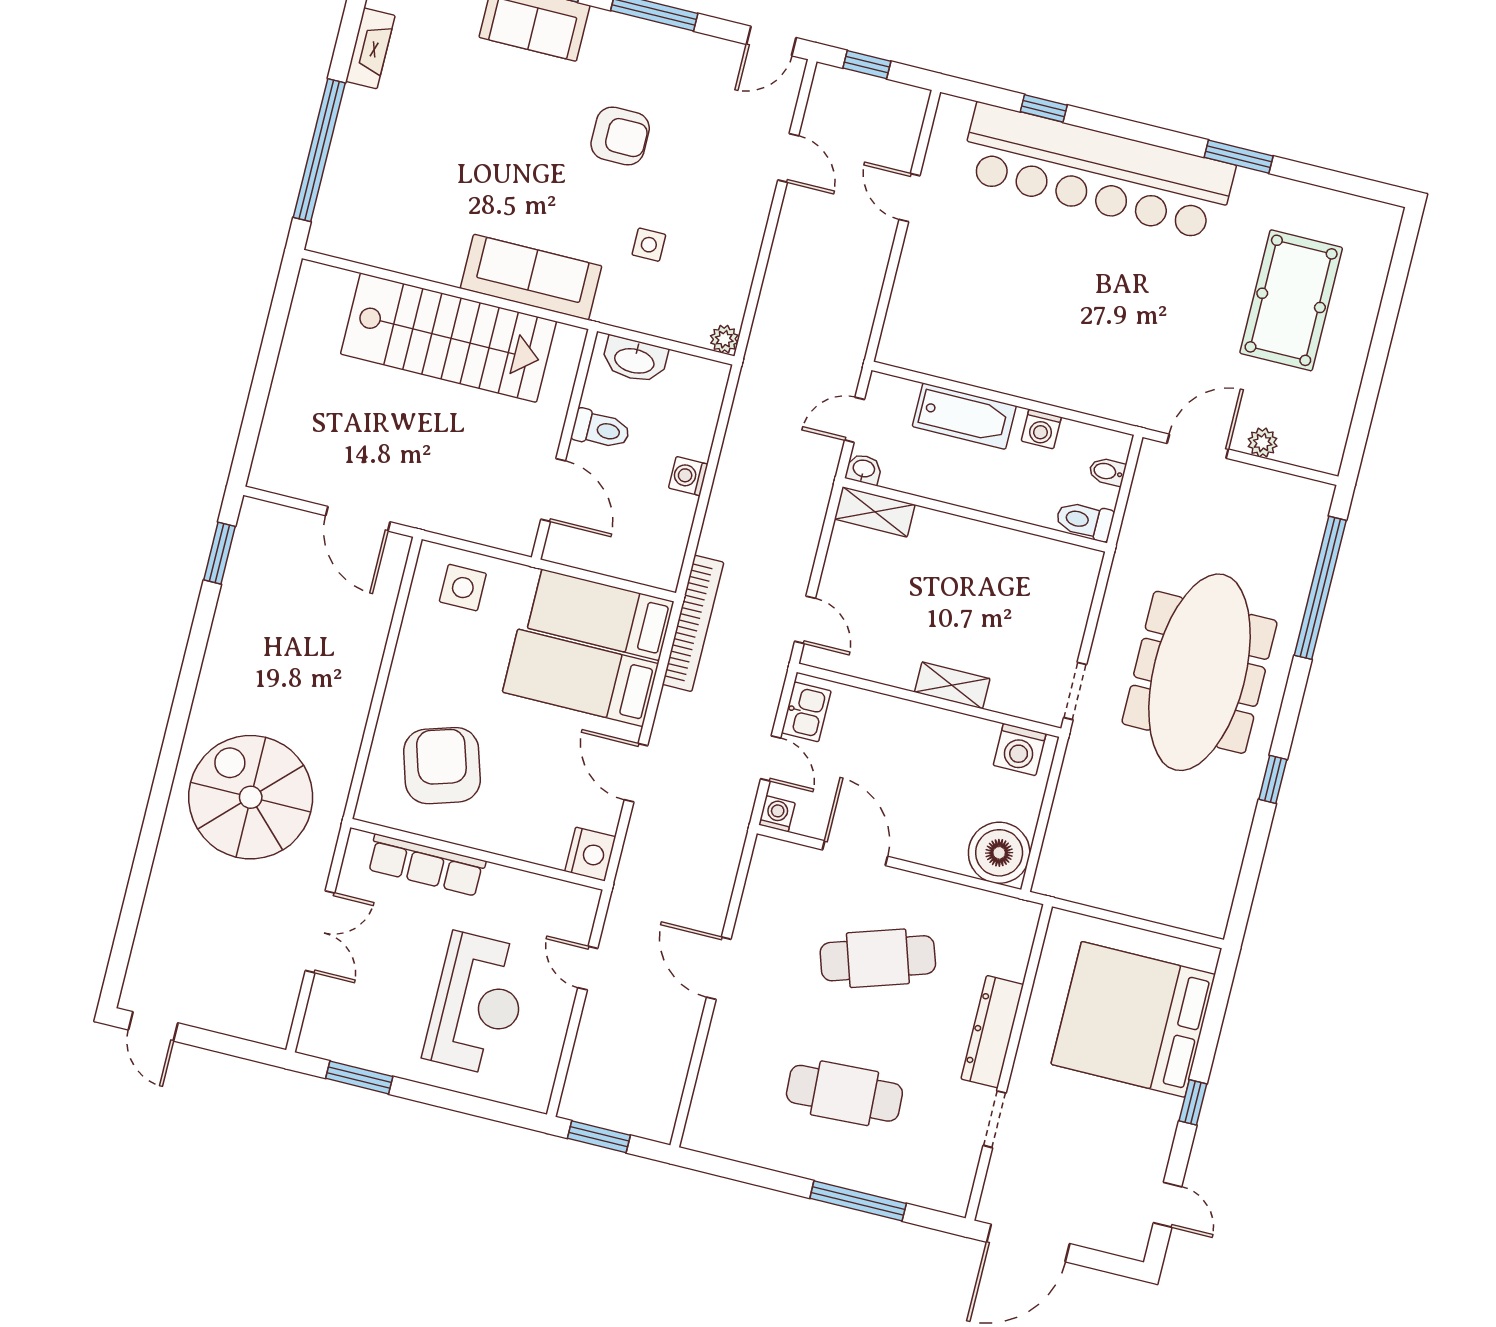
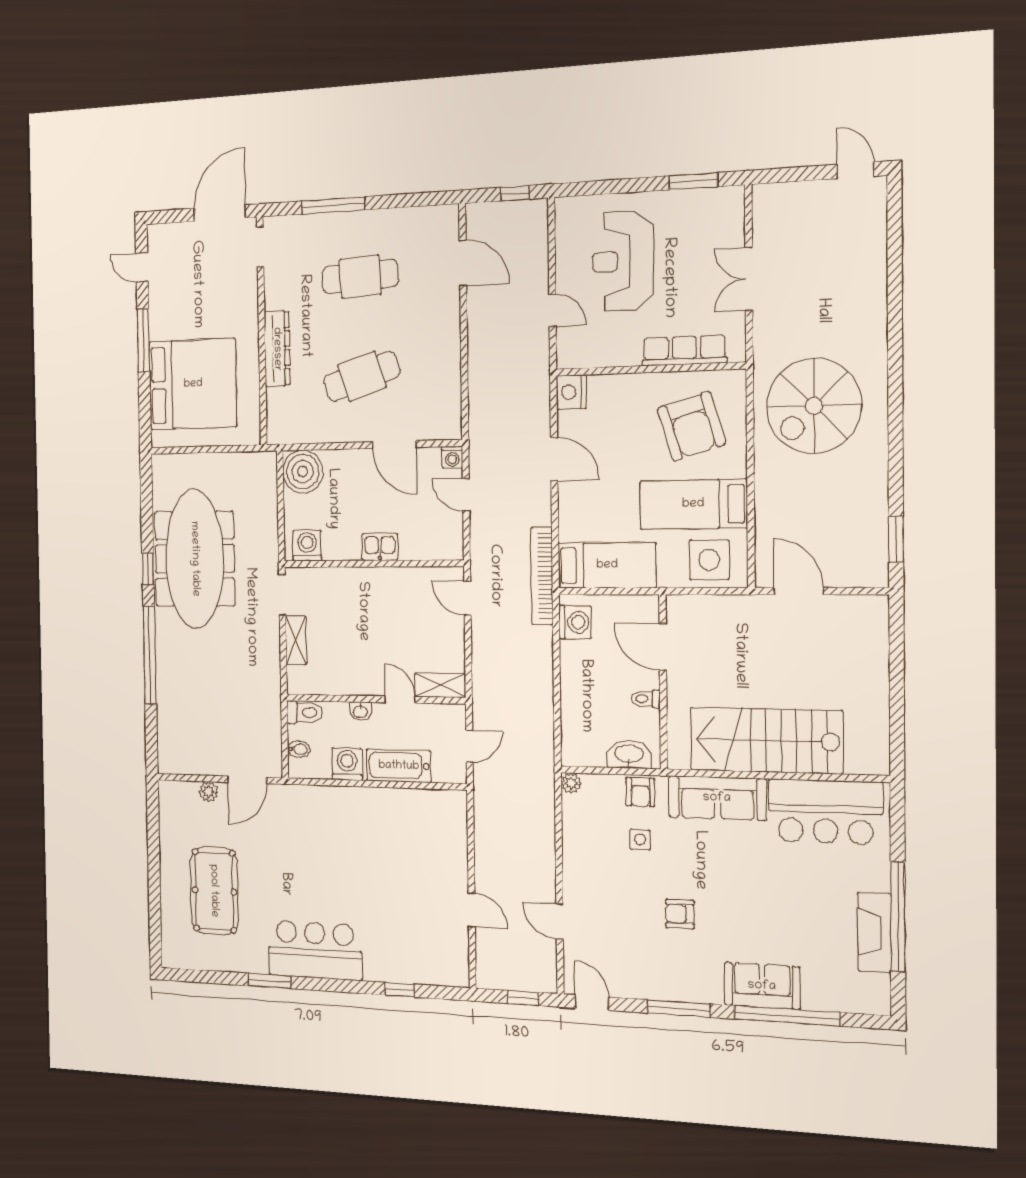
door: (771, 41) -> (592, 1003), hinge flipped
fireplace: (370, 48) -> (874, 932), width x1.37, depth x1.32
armchair: (620, 136) -> (680, 914), width x0.72, depth x0.72
window: (319, 150) -> (898, 917), moved
bar counter: (1097, 172) -> (315, 950), width x0.54
bar counter: (395, 230) -> (825, 812), added
armchair: (632, 307) -> (640, 792), added
toilet: (601, 429) -> (646, 699), width x0.73, depth x0.72
washing machine: (1041, 429) -> (347, 764), width x1.38, depth x1.38
washbasin: (864, 469) -> (360, 711), moved
washing machine: (688, 476) -> (575, 622), moved, width x1.38, depth x1.38
door: (938, 506) -> (400, 700), added
side table: (463, 588) -> (709, 560), width x1.37, depth x1.37
window: (1320, 588) -> (150, 655), moved
meeting table: (1200, 672) -> (195, 559), moved
bed: (580, 678) -> (693, 504), moved, turned 180
shelving: (952, 685) -> (296, 640), moved, turned 90
kitchen sink: (806, 712) -> (380, 547), moved, turned 90
spiral stairs: (251, 797) -> (814, 406), moved, turned 90
door: (719, 968) -> (463, 263), moved
window: (1193, 1102) -> (143, 340), width x2.17
doorway: (995, 1119) -> (260, 247), moved
window: (599, 1137) -> (515, 193), width x0.67

